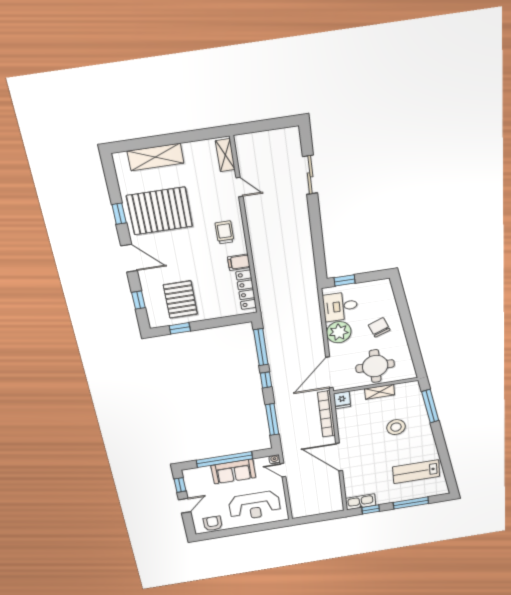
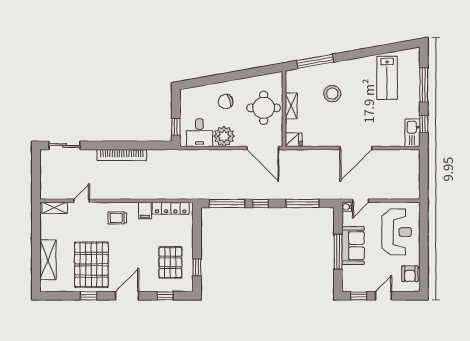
sliding door: (310, 175) -> (65, 145), moved
pallet: (180, 300) -> (170, 262), turned 90
bookcase: (326, 414) -> (122, 155), moved
window: (224, 460) -> (338, 252), width x0.68
door: (185, 506) -> (383, 296), hinge flipped
armchair: (213, 523) -> (410, 274), turned -90

